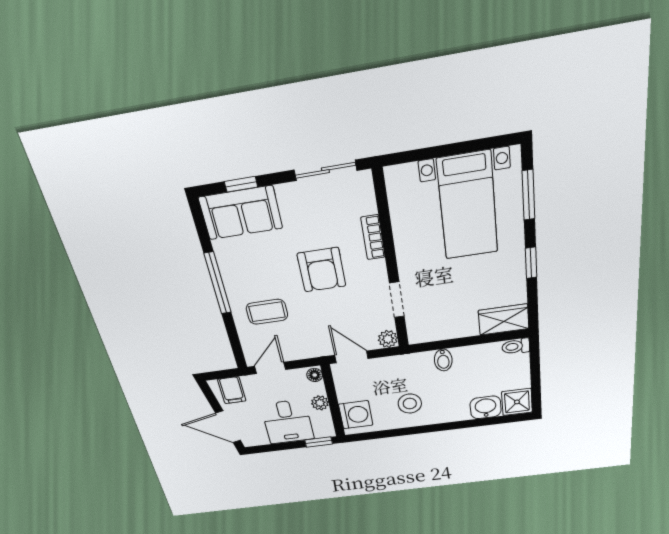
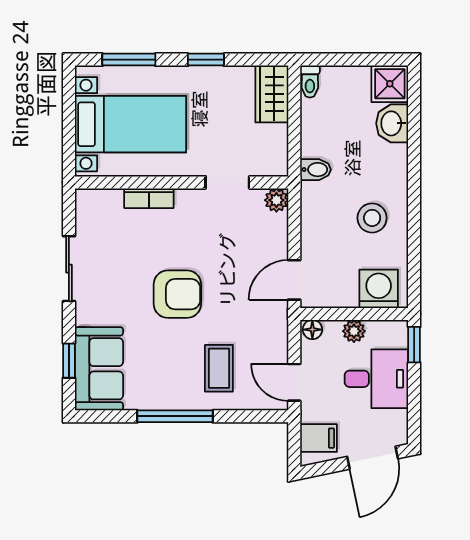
bookcase: (373, 237) -> (149, 198), moved
wall: (391, 263) -> (182, 182), moved
doorway: (397, 300) -> (227, 182), moved
plant: (388, 339) -> (276, 200), moved

